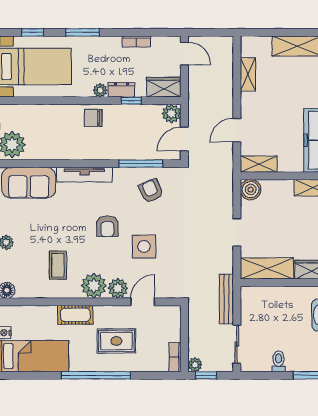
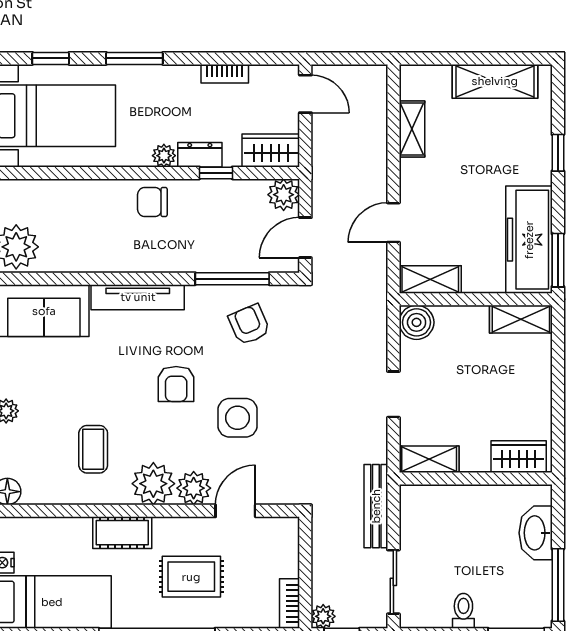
shelving: (267, 268) -> (429, 459), width x0.67, depth x0.75

